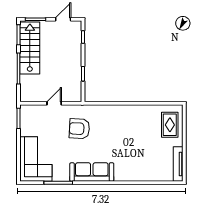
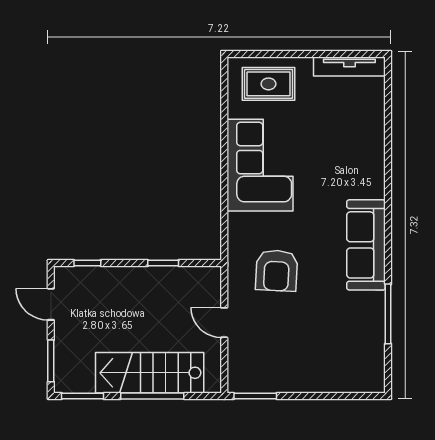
stairs: (30, 48) -> (150, 373), moved
corner sofa: (36, 159) -> (260, 165), moved, turned 90

